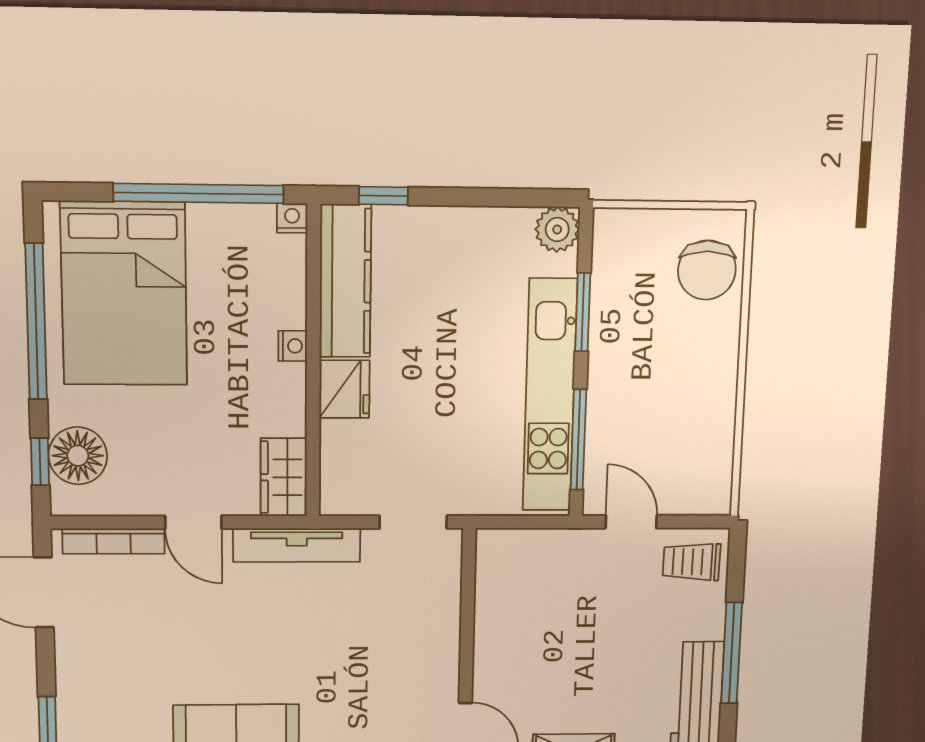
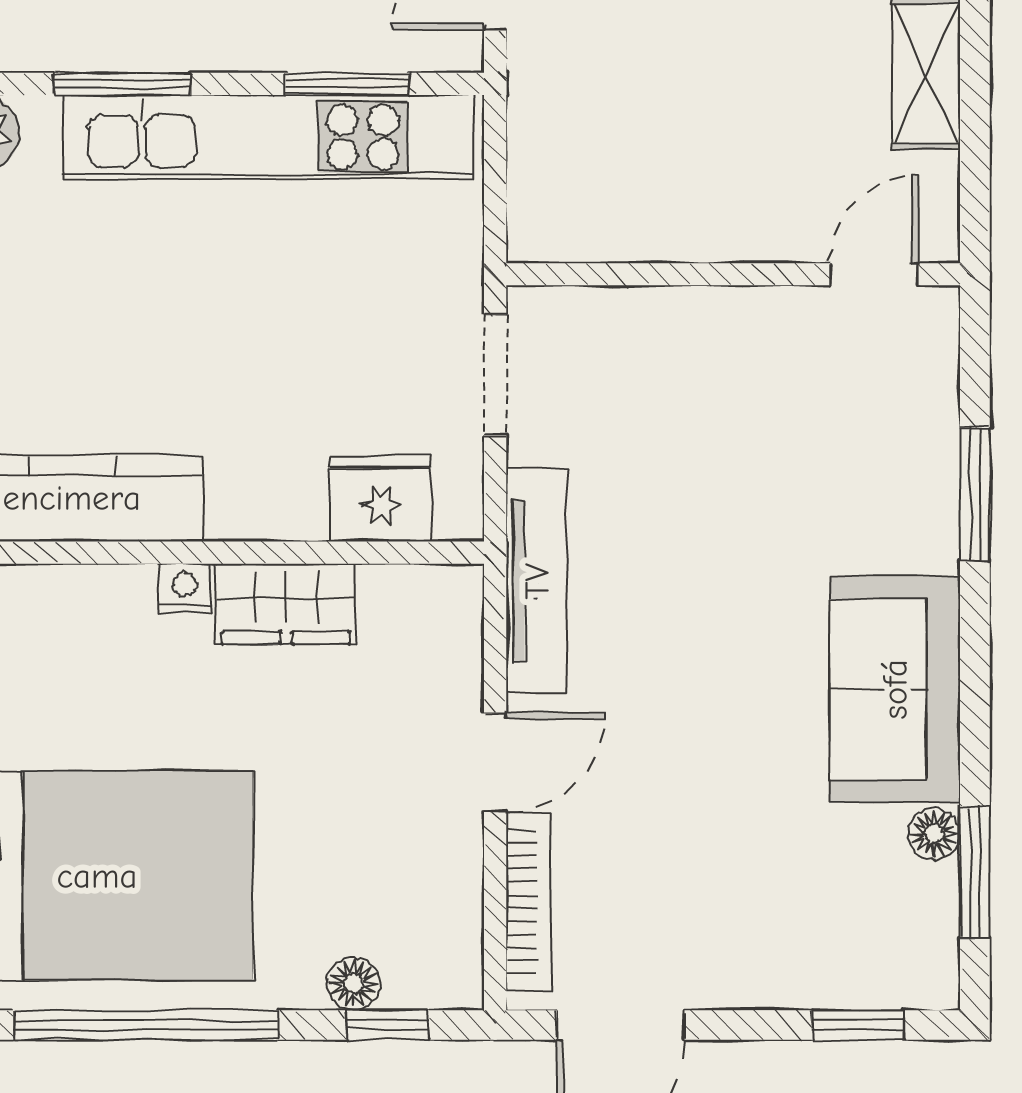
fridge: (345, 389) -> (380, 498), moved
window: (578, 440) -> (347, 84), width x0.69
floor lamp: (78, 456) -> (353, 984), width x0.53, depth x0.53
wardrobe: (284, 477) -> (286, 604), moved

